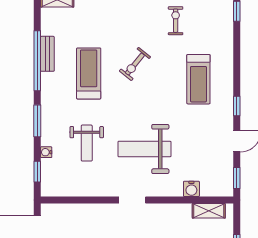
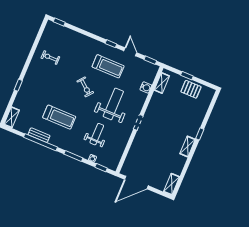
exercise bike: (135, 64) -> (85, 87), moved
treadmill: (89, 73) -> (59, 117), turned 180
treadmill: (198, 79) -> (108, 66), moved
weight bench: (87, 143) -> (97, 134), turned -90
weight bench: (144, 149) -> (113, 104), turned 180

